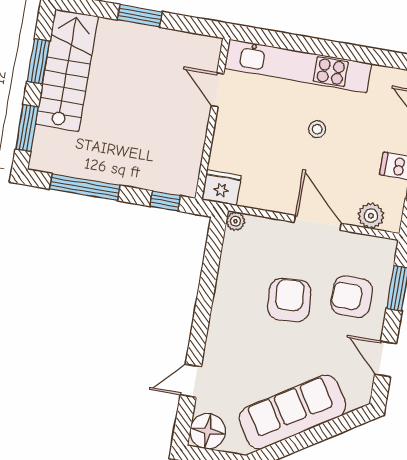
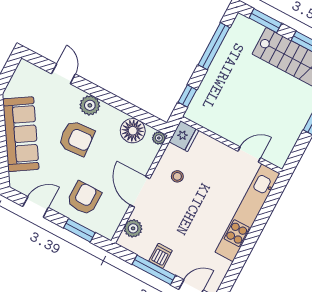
stool: (317, 129) -> (177, 176), moved
door: (318, 223) -> (140, 192), swing flipped
armchair: (289, 300) -> (76, 138), moved
plant: (222, 330) -> (90, 105), added
floor lamp: (208, 431) -> (133, 131), moved

